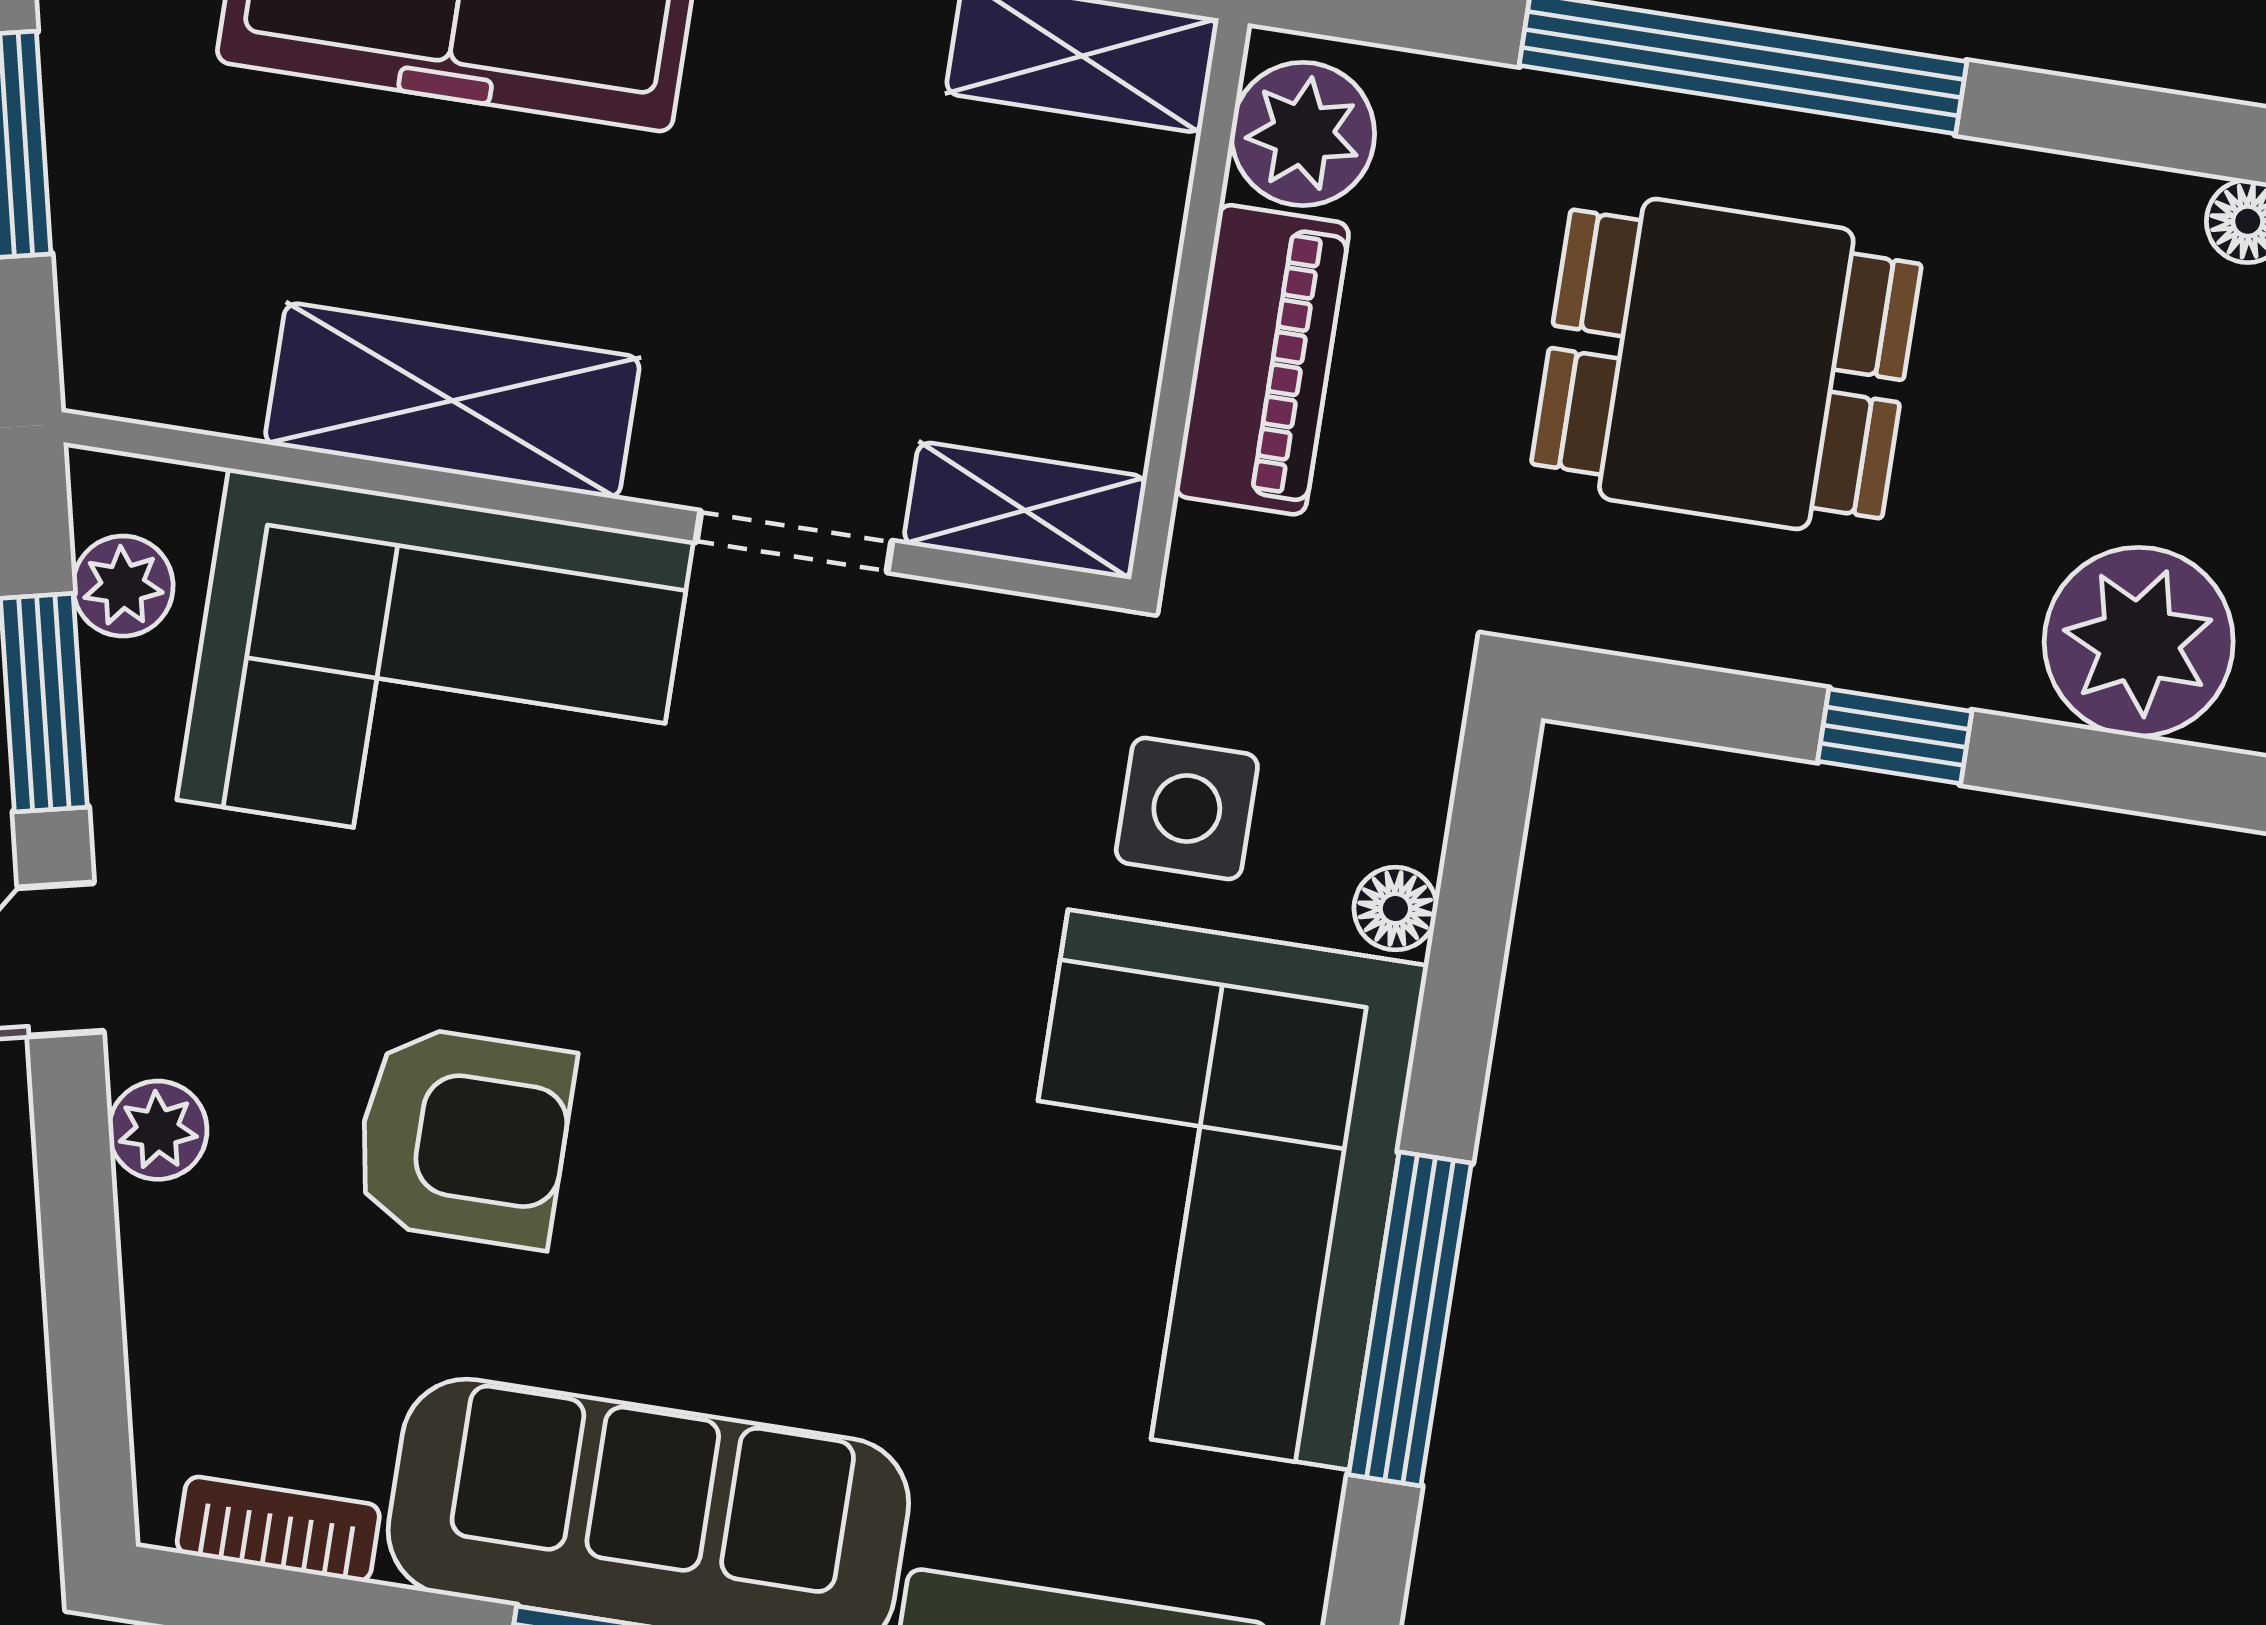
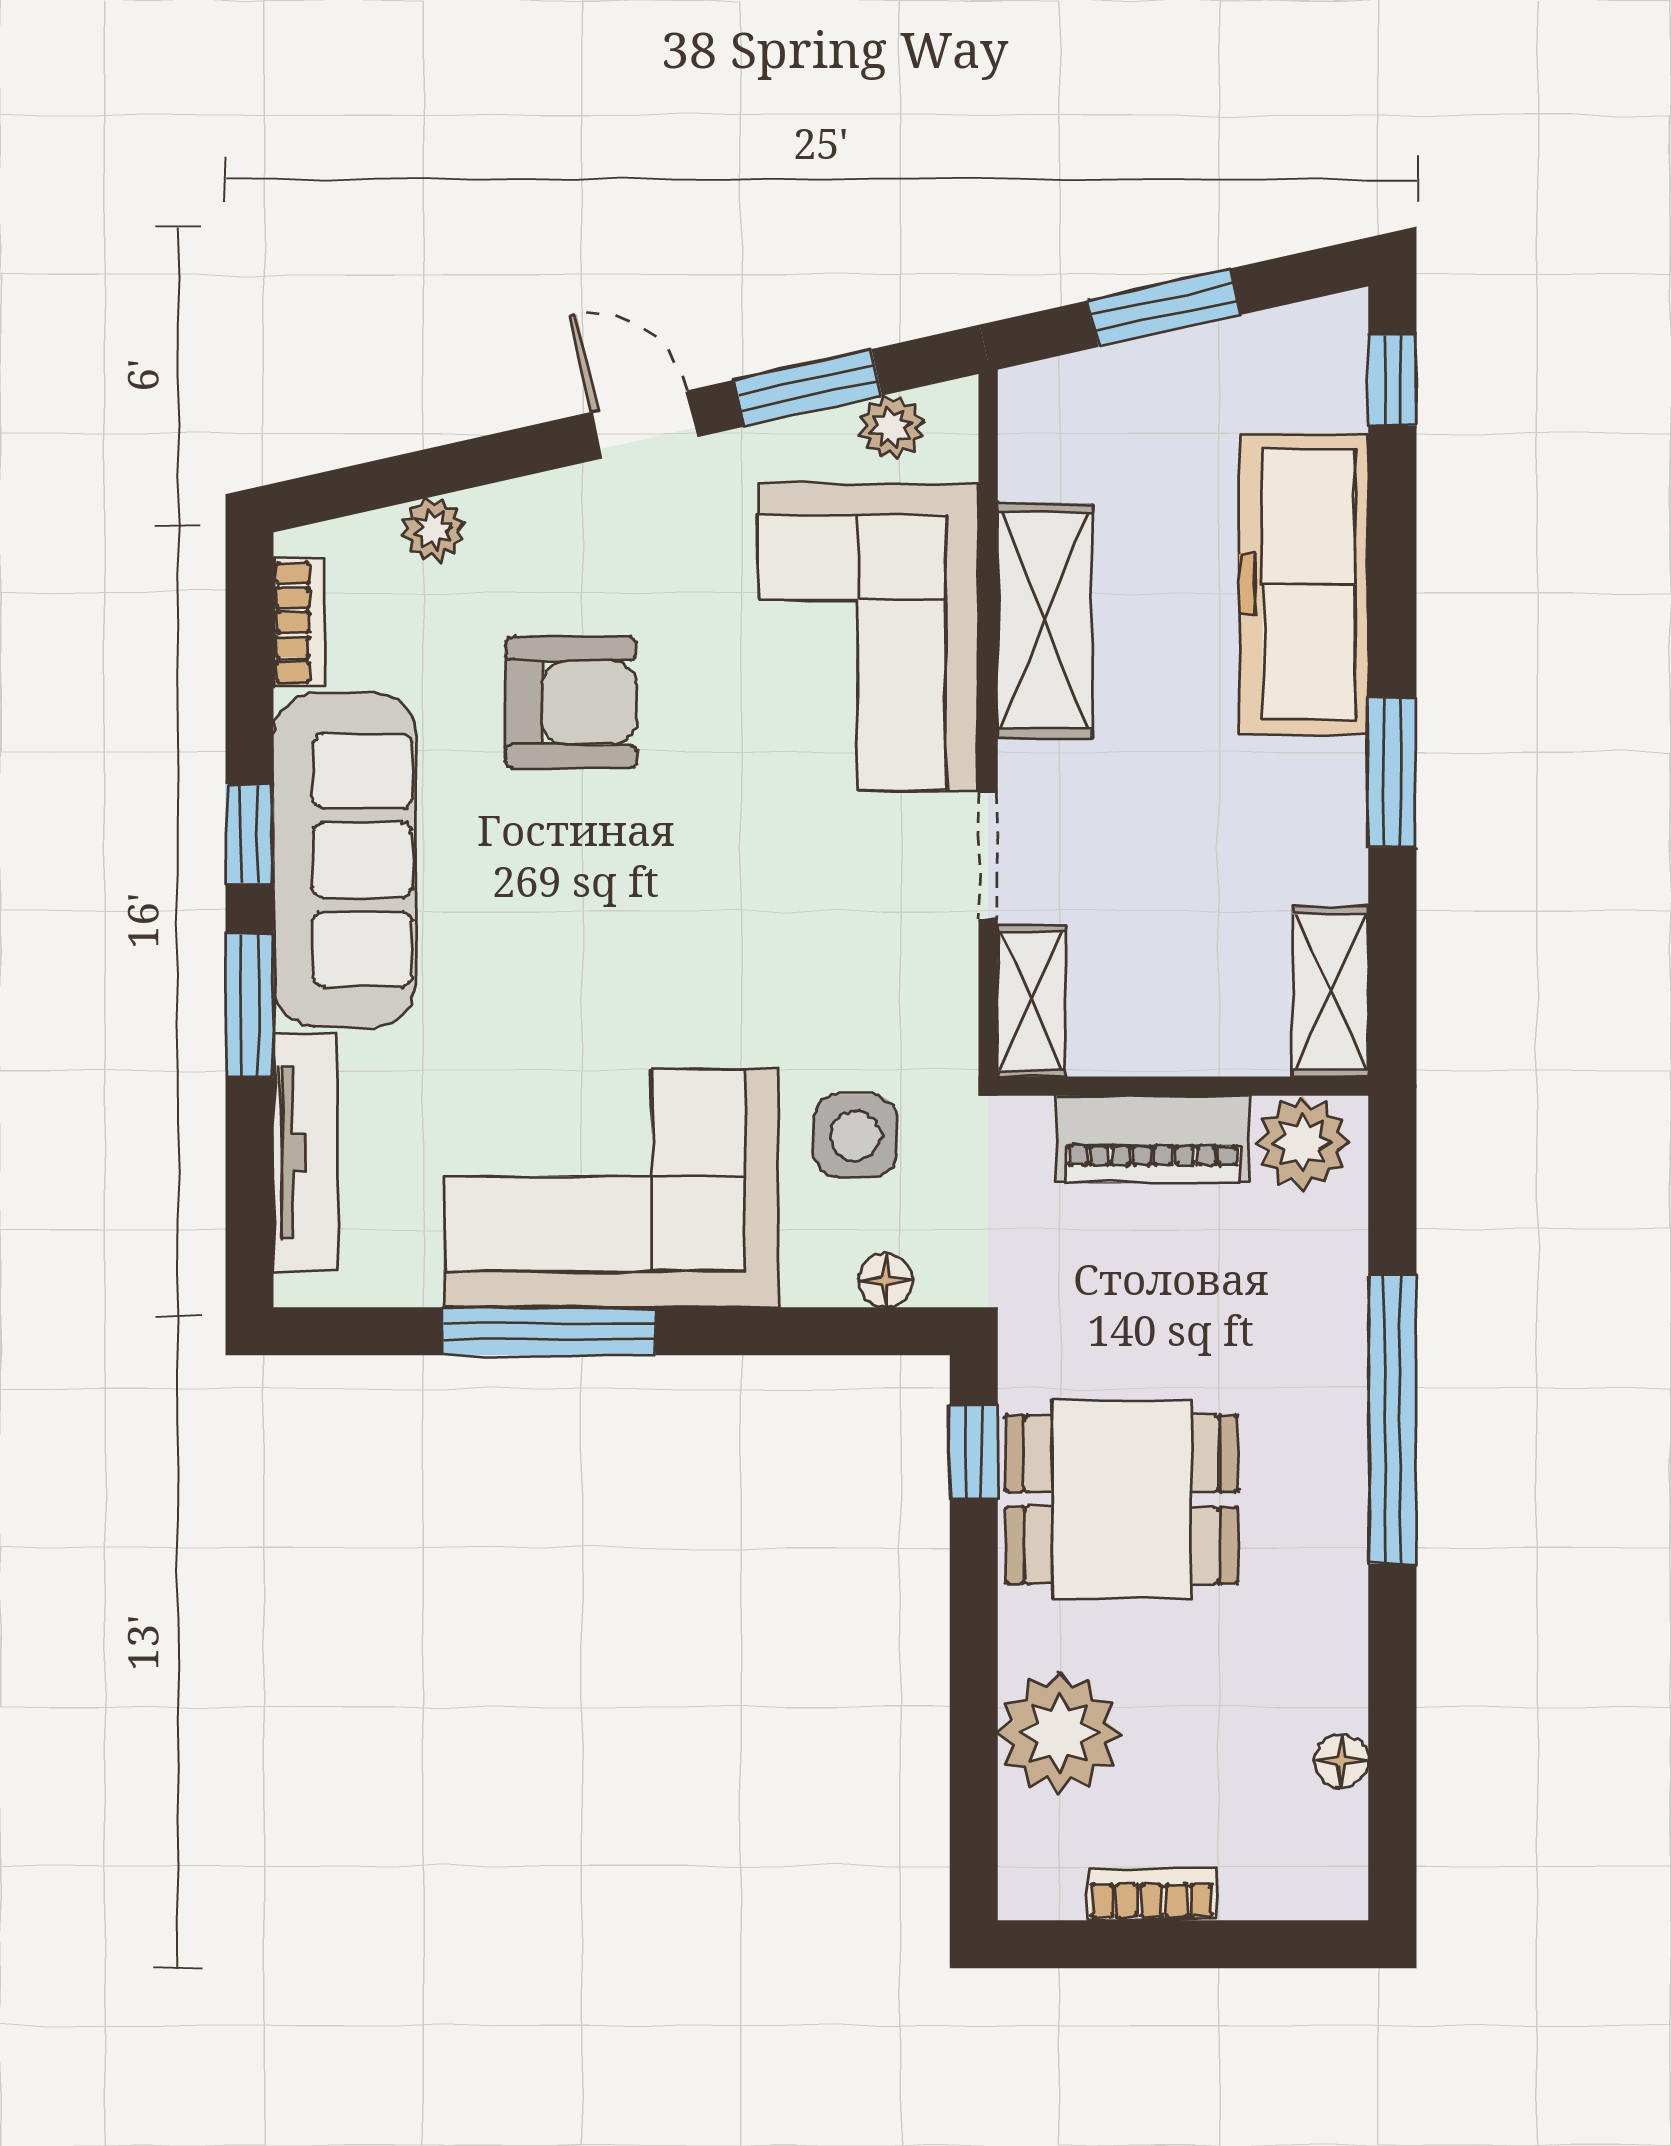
dining table: (1726, 364) -> (1122, 1499), moved, turned 90
window: (1895, 736) -> (974, 1451), moved
floor lamp: (1395, 909) -> (885, 1280), moved
plant: (158, 1130) -> (433, 529), moved
armchair: (464, 1137) -> (571, 702), turned -90

